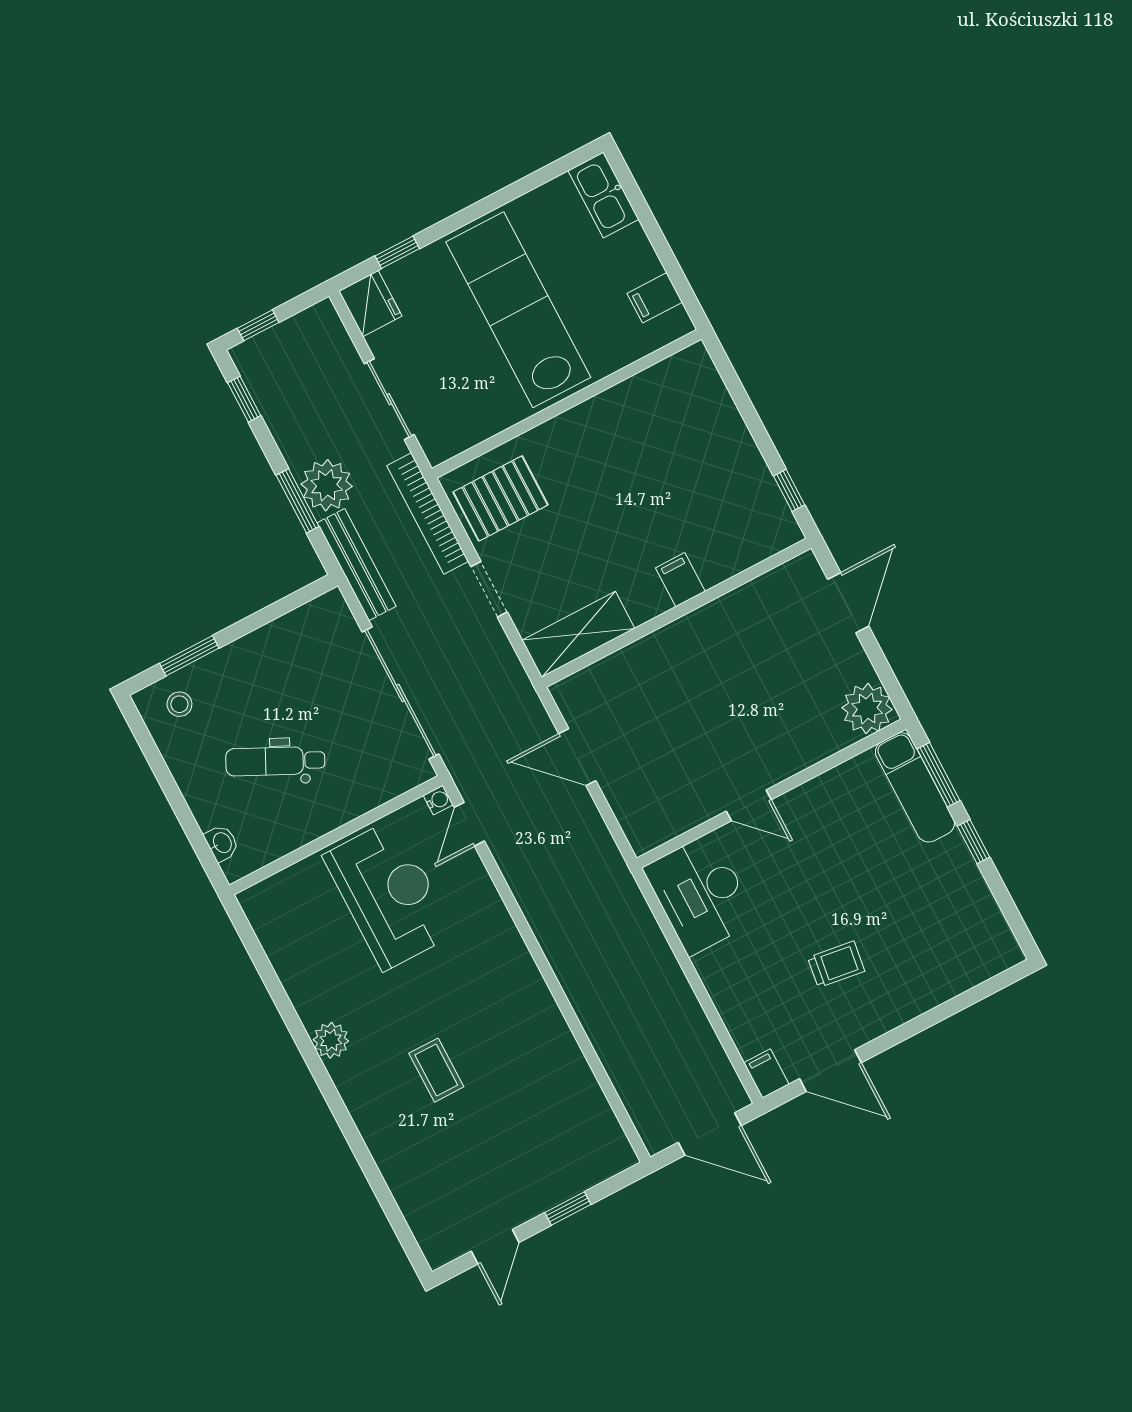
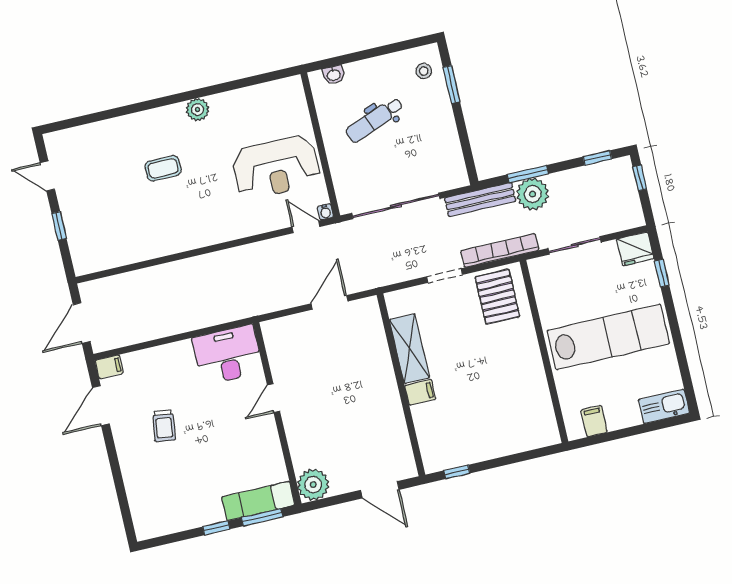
shelving: (578, 634) -> (409, 349), moved
dental chair: (275, 761) -> (374, 120), turned -137

